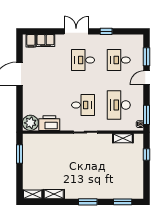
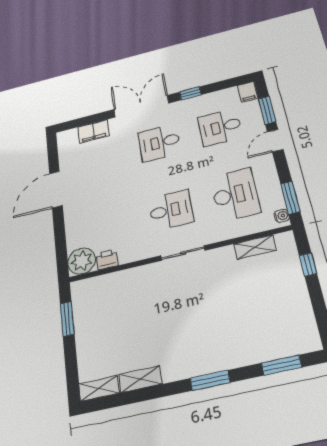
double door: (76, 31) -> (141, 106), width x1.37
filing cabinet: (31, 41) -> (247, 92), moved
desk: (119, 105) -> (235, 194), turned 180
printer: (49, 123) -> (107, 260), width x0.53, depth x0.68

